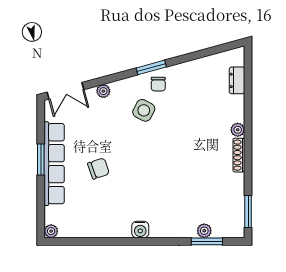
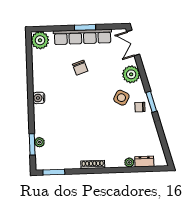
plant: (103, 91) -> (131, 74), width x1.88, depth x1.88
plant: (238, 130) -> (129, 162), moved
plant: (51, 231) -> (40, 40), width x1.88, depth x1.88

